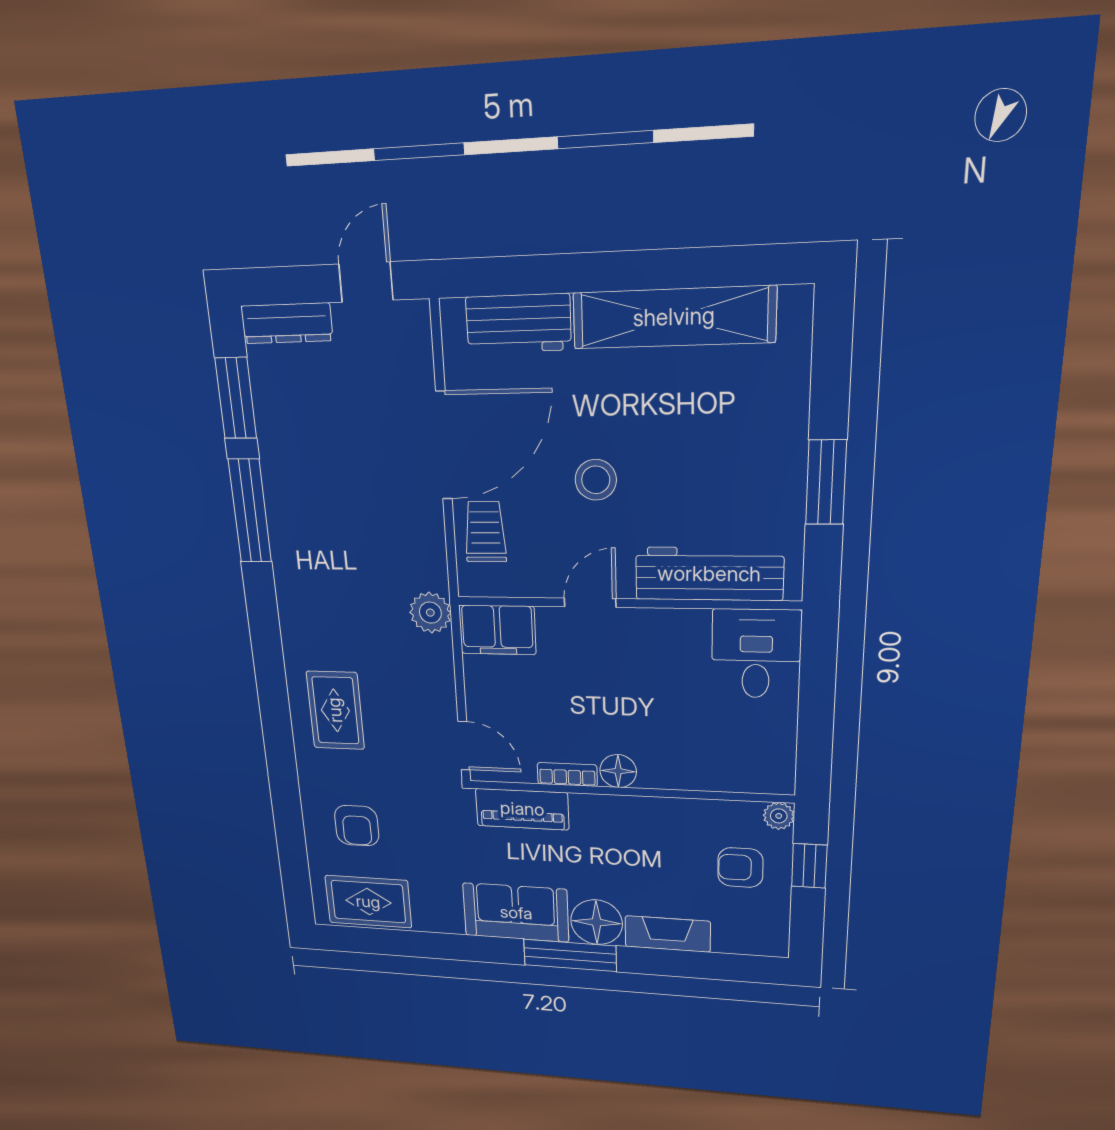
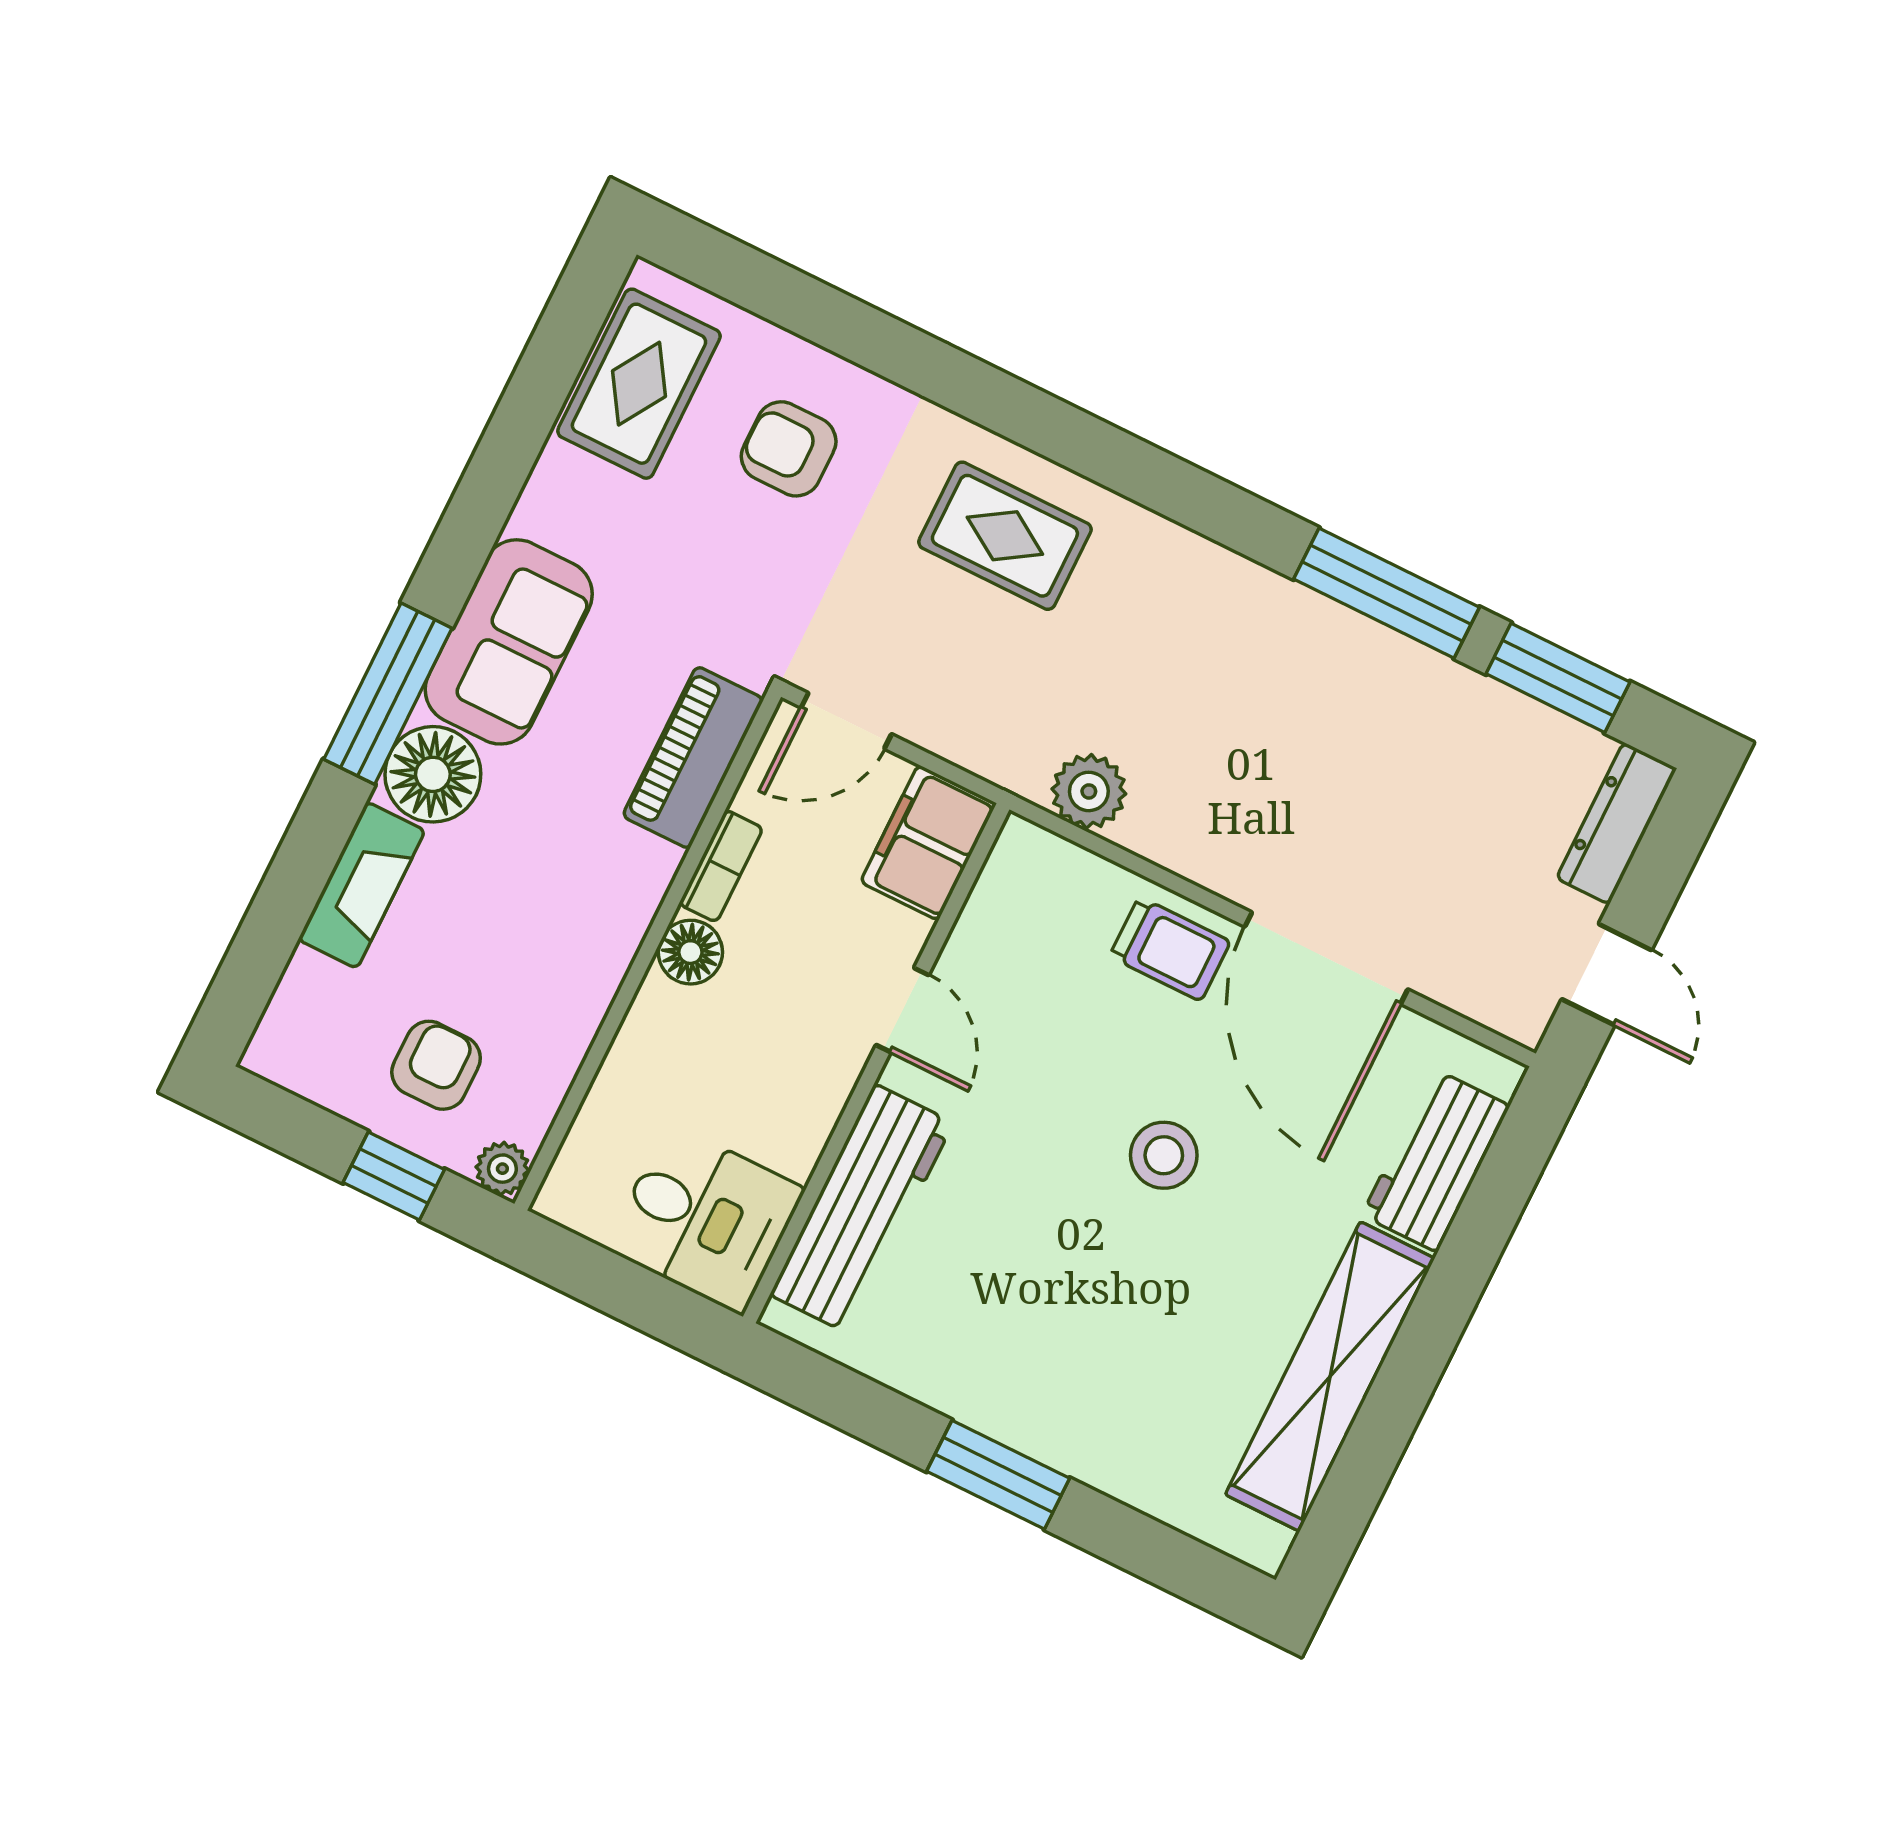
workbench: (709, 574) -> (862, 1209), moved
door: (590, 603) -> (902, 1010), moved
wall: (625, 603) -> (876, 1063), moved
filing cabinet: (497, 630) -> (928, 843), moved
desk: (756, 654) -> (705, 1219), moved

